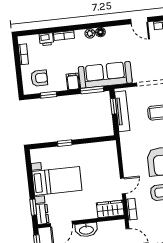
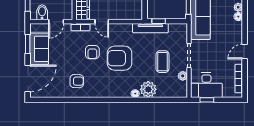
window: (114, 106) -> (159, 21), moved
tv unit: (122, 111) -> (150, 28), moved

